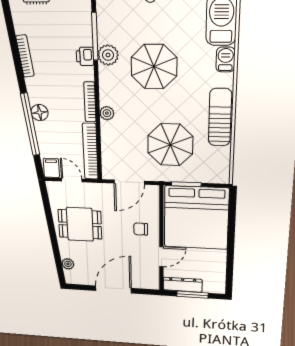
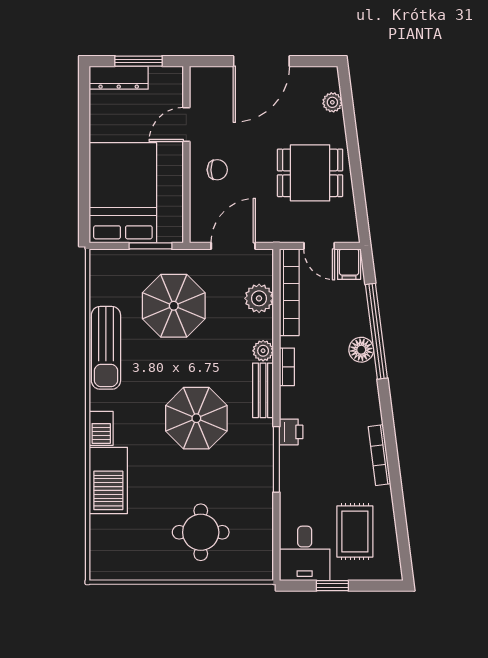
plant: (108, 55) -> (259, 298), moved
bookcase: (25, 56) -> (379, 455), moved
bench: (106, 86) -> (263, 390), added
bookcase: (90, 102) -> (287, 367), width x0.64
bed: (196, 218) -> (123, 193), width x0.73
dresser: (183, 285) -> (119, 78), moved

